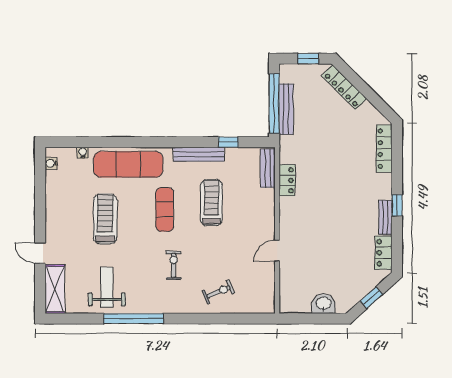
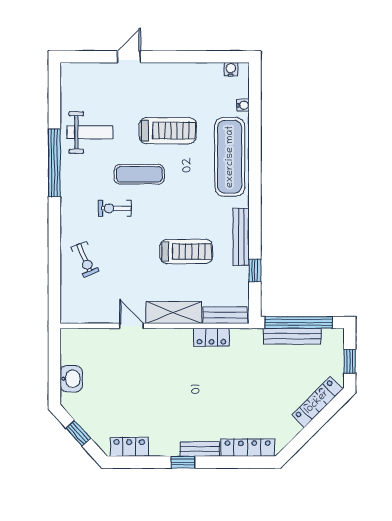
exercise mat: (165, 209) -> (139, 174), moved
bench: (385, 217) -> (200, 449), moved
exercise bike: (174, 265) -> (115, 208), turned 180
shelving: (55, 289) -> (174, 313), moved

